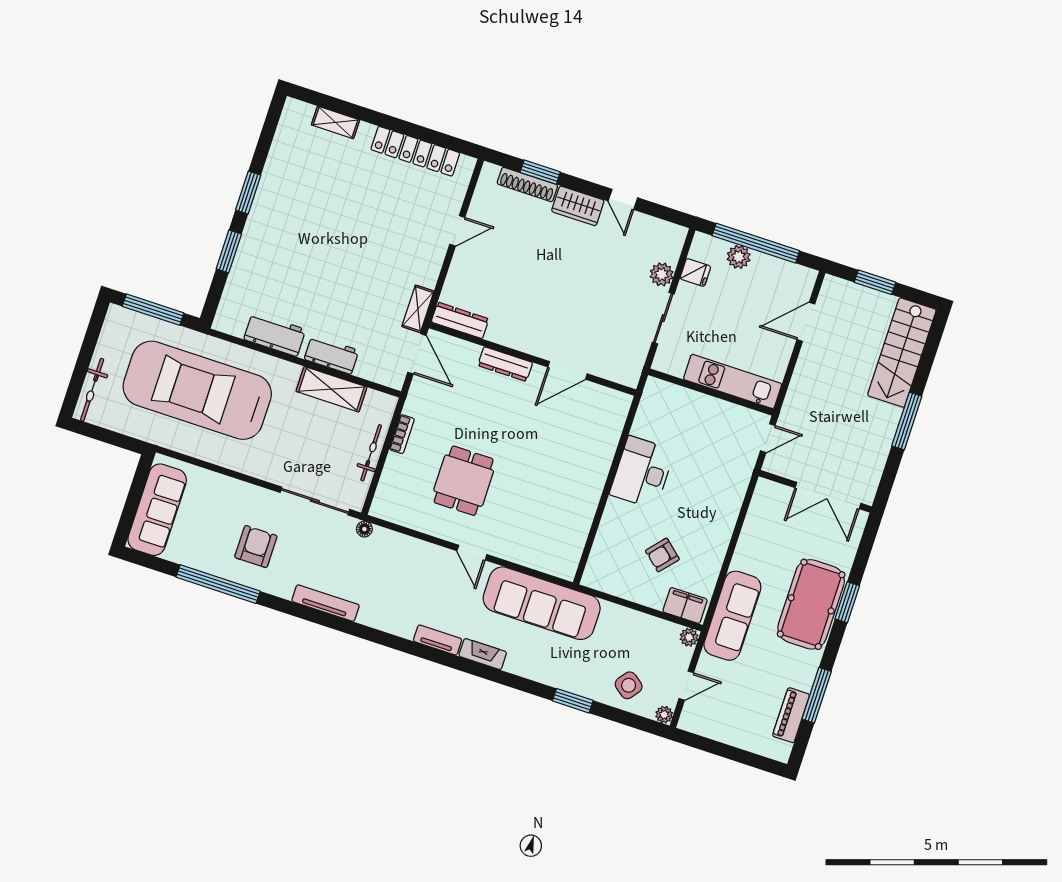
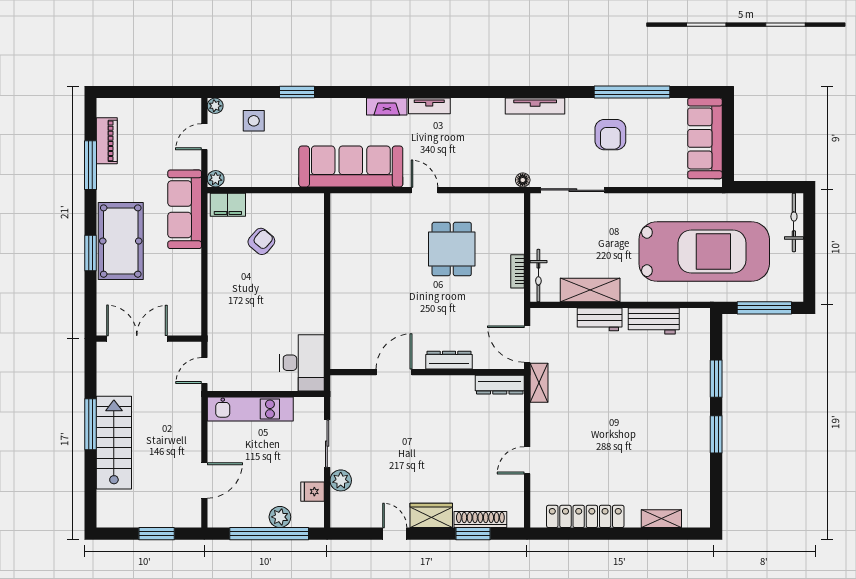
stairs: (902, 353) -> (114, 443), moved
bicycle: (371, 453) -> (538, 276), moved
desk: (642, 472) -> (302, 363), moved
side table: (629, 685) -> (254, 121), turned -37

